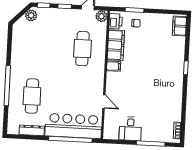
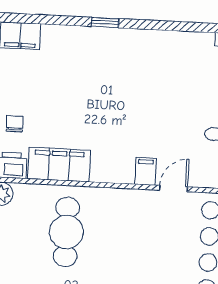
cafe table: (83, 49) -> (66, 232), turned 90
filing cabinet: (114, 66) -> (146, 171), moved

